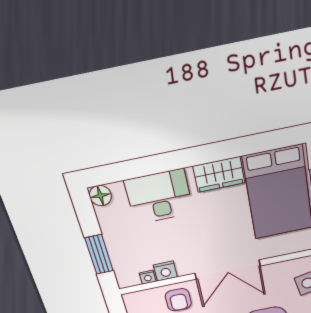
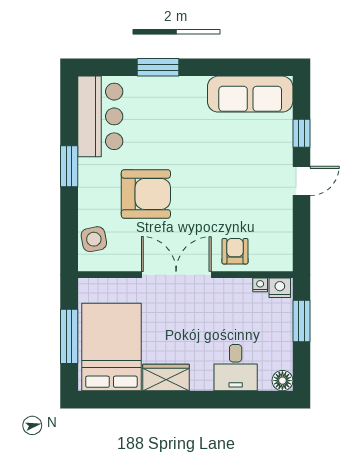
desk: (159, 197) -> (236, 368), width x0.73
nightstand: (165, 271) -> (280, 288), moved

